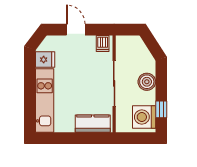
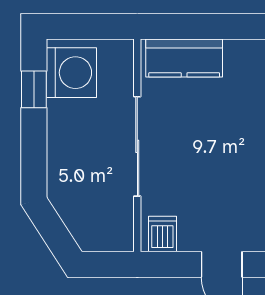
boiler: (147, 82) -> (66, 150), removed

